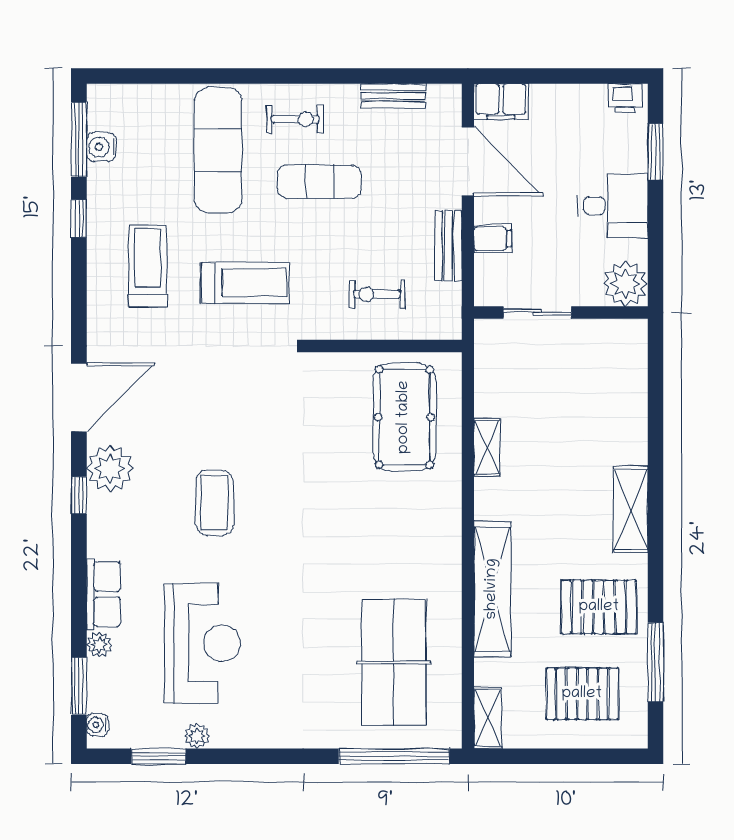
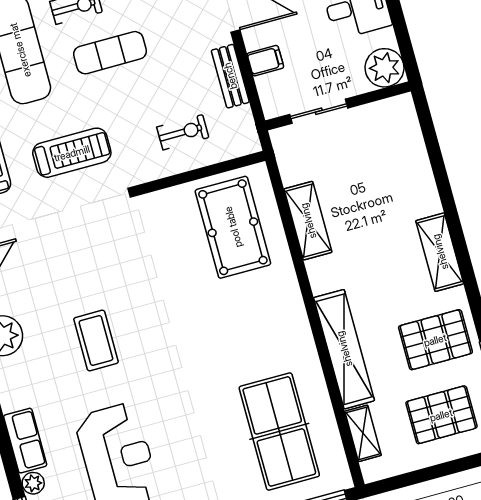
exercise bike: (377, 294) -> (183, 132), turned 180
shelving: (487, 447) -> (308, 221), width x1.50, depth x1.33
shelving: (488, 718) -> (363, 433), moved

